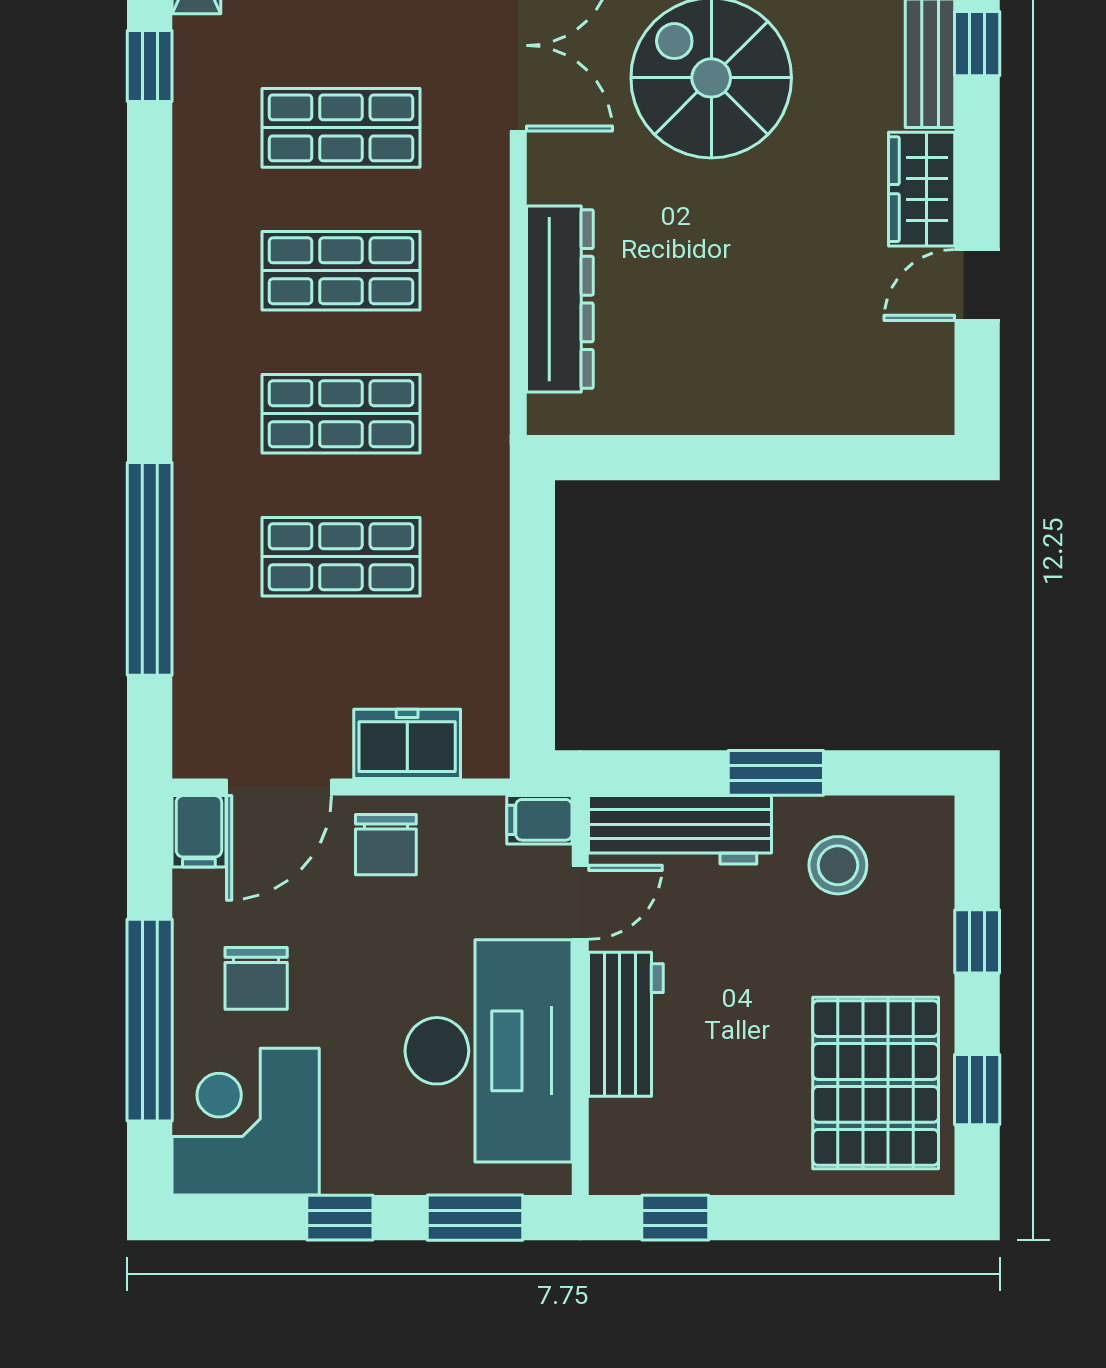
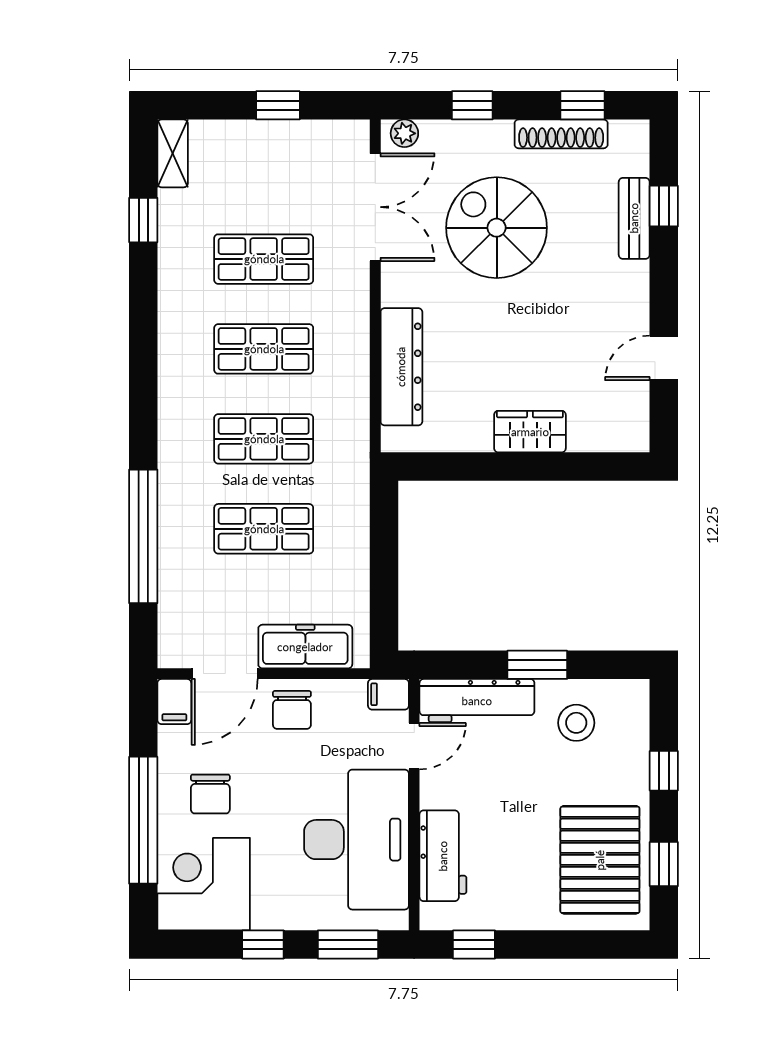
wardrobe: (922, 189) -> (530, 432), moved, turned 90
freezer: (407, 744) -> (305, 647), width x1.40
workbench: (626, 1024) -> (443, 856), moved

